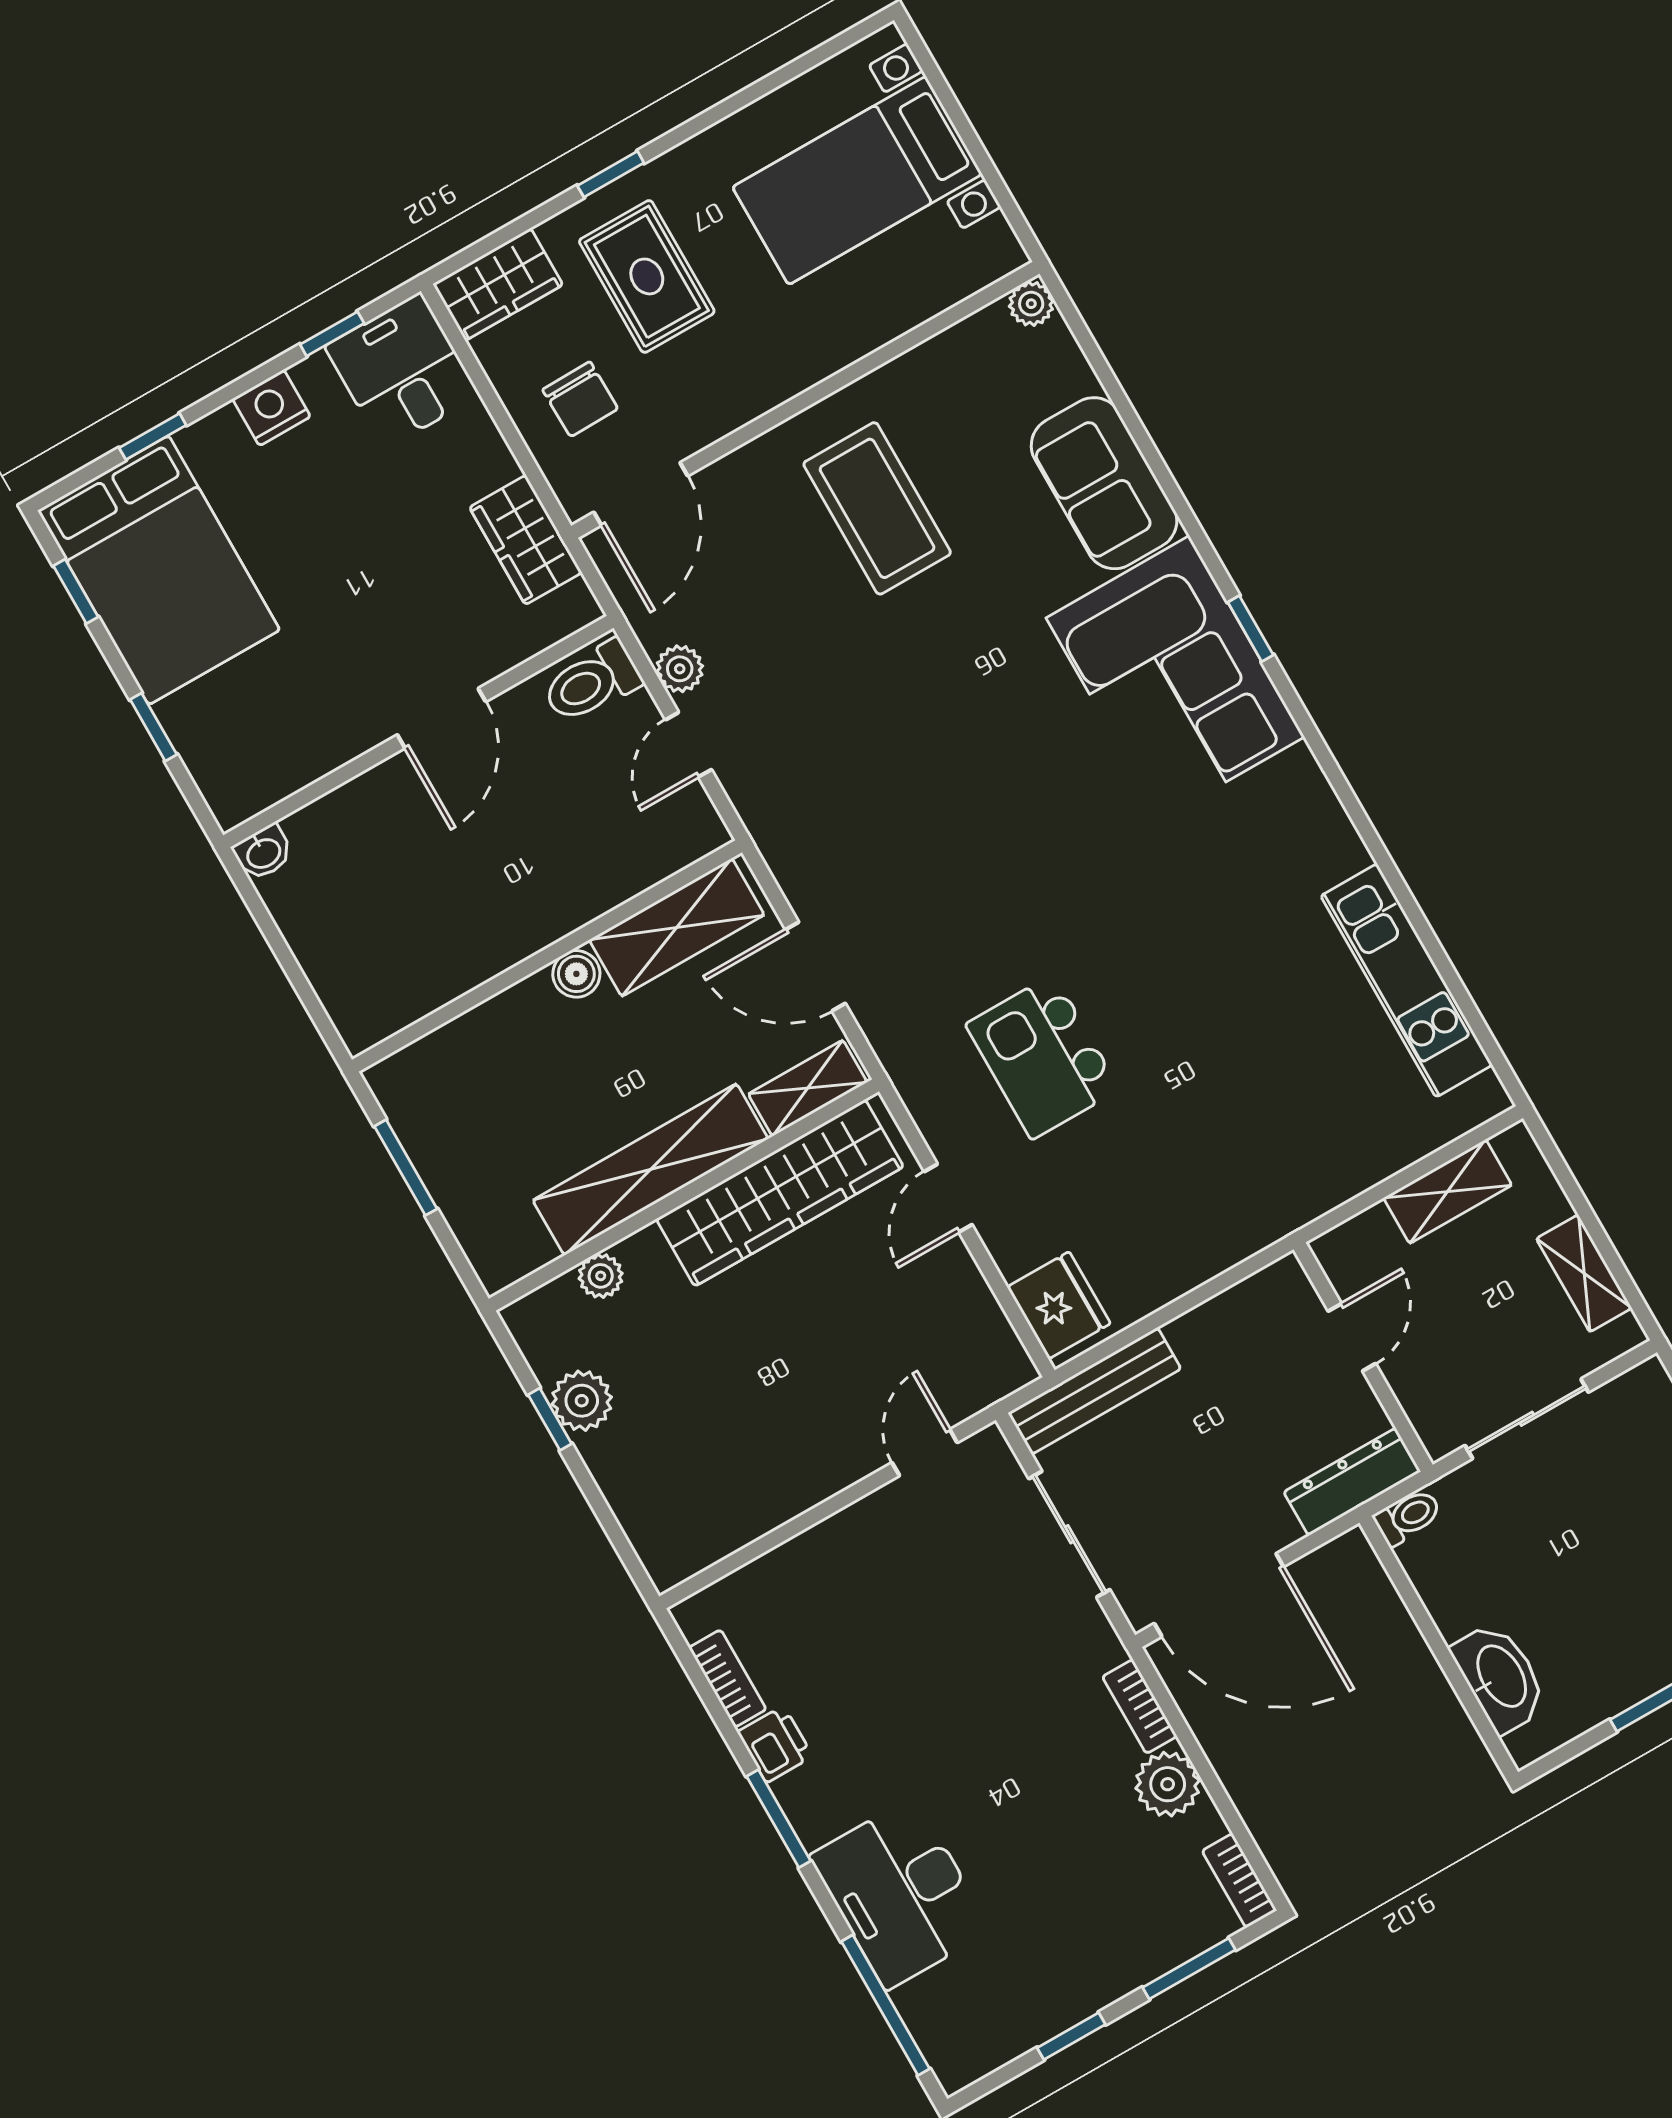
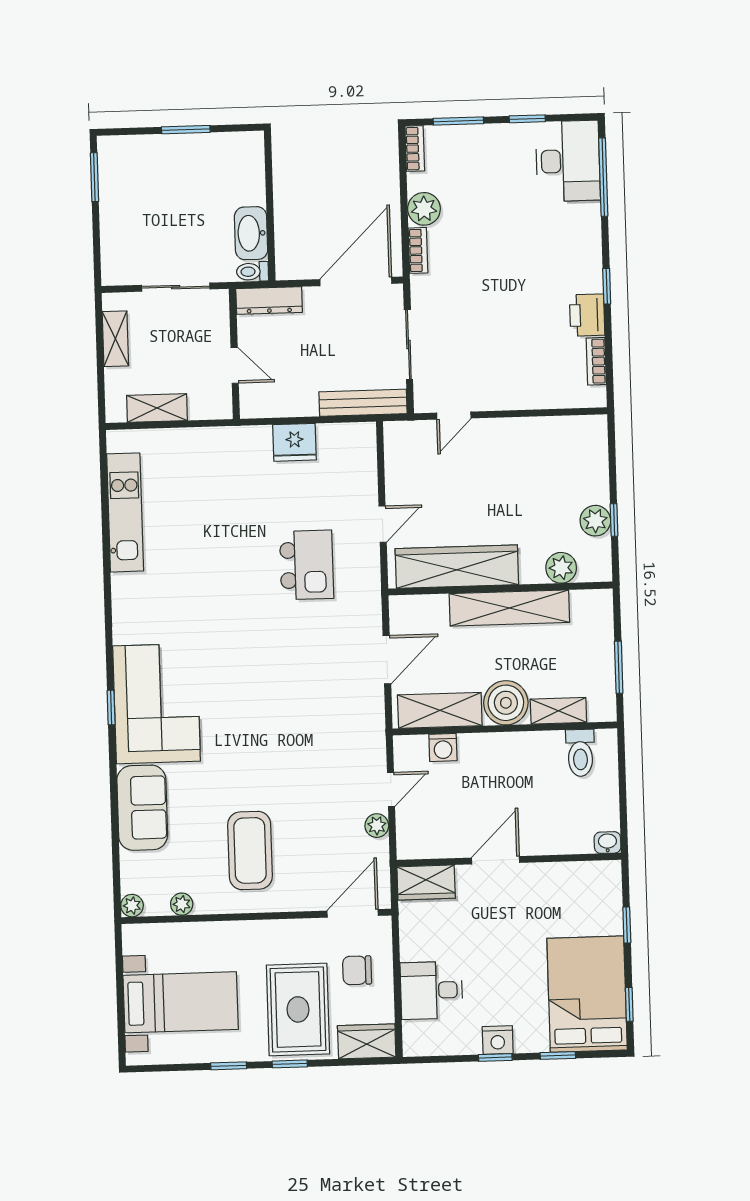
window: (715, 114) -> (229, 1066), added
rug: (647, 276) -> (298, 1009), width x1.36, depth x1.43
window: (332, 334) -> (495, 1057), moved
plant: (946, 352) -> (182, 904), added
desk: (402, 371) -> (431, 990), moved, turned 90
chair: (580, 399) -> (357, 970), turned -89
wardrobe: (526, 540) -> (426, 882), moved, turned 90
toilet: (592, 682) -> (580, 753), moved, turned 90
washing machine: (637, 866) -> (443, 747), added
door: (815, 966) -> (387, 660), hinge flipped
boiler: (576, 974) -> (506, 703), width x1.86, depth x1.86
shelving: (808, 1088) -> (558, 711), moved
plant: (601, 1276) -> (561, 568), width x1.38, depth x1.38
fridge: (1059, 1305) -> (295, 442), moved, turned -90
door: (1352, 1337) -> (235, 365), swing flipped
door: (1219, 1595) -> (356, 281), hinge flipped
washbasin: (1500, 1677) -> (251, 233), moved
printer: (775, 1744) -> (587, 315), width x1.36, depth x1.24
window: (779, 1819) -> (607, 286), width x0.67
desk: (900, 1893) -> (568, 161), moved

